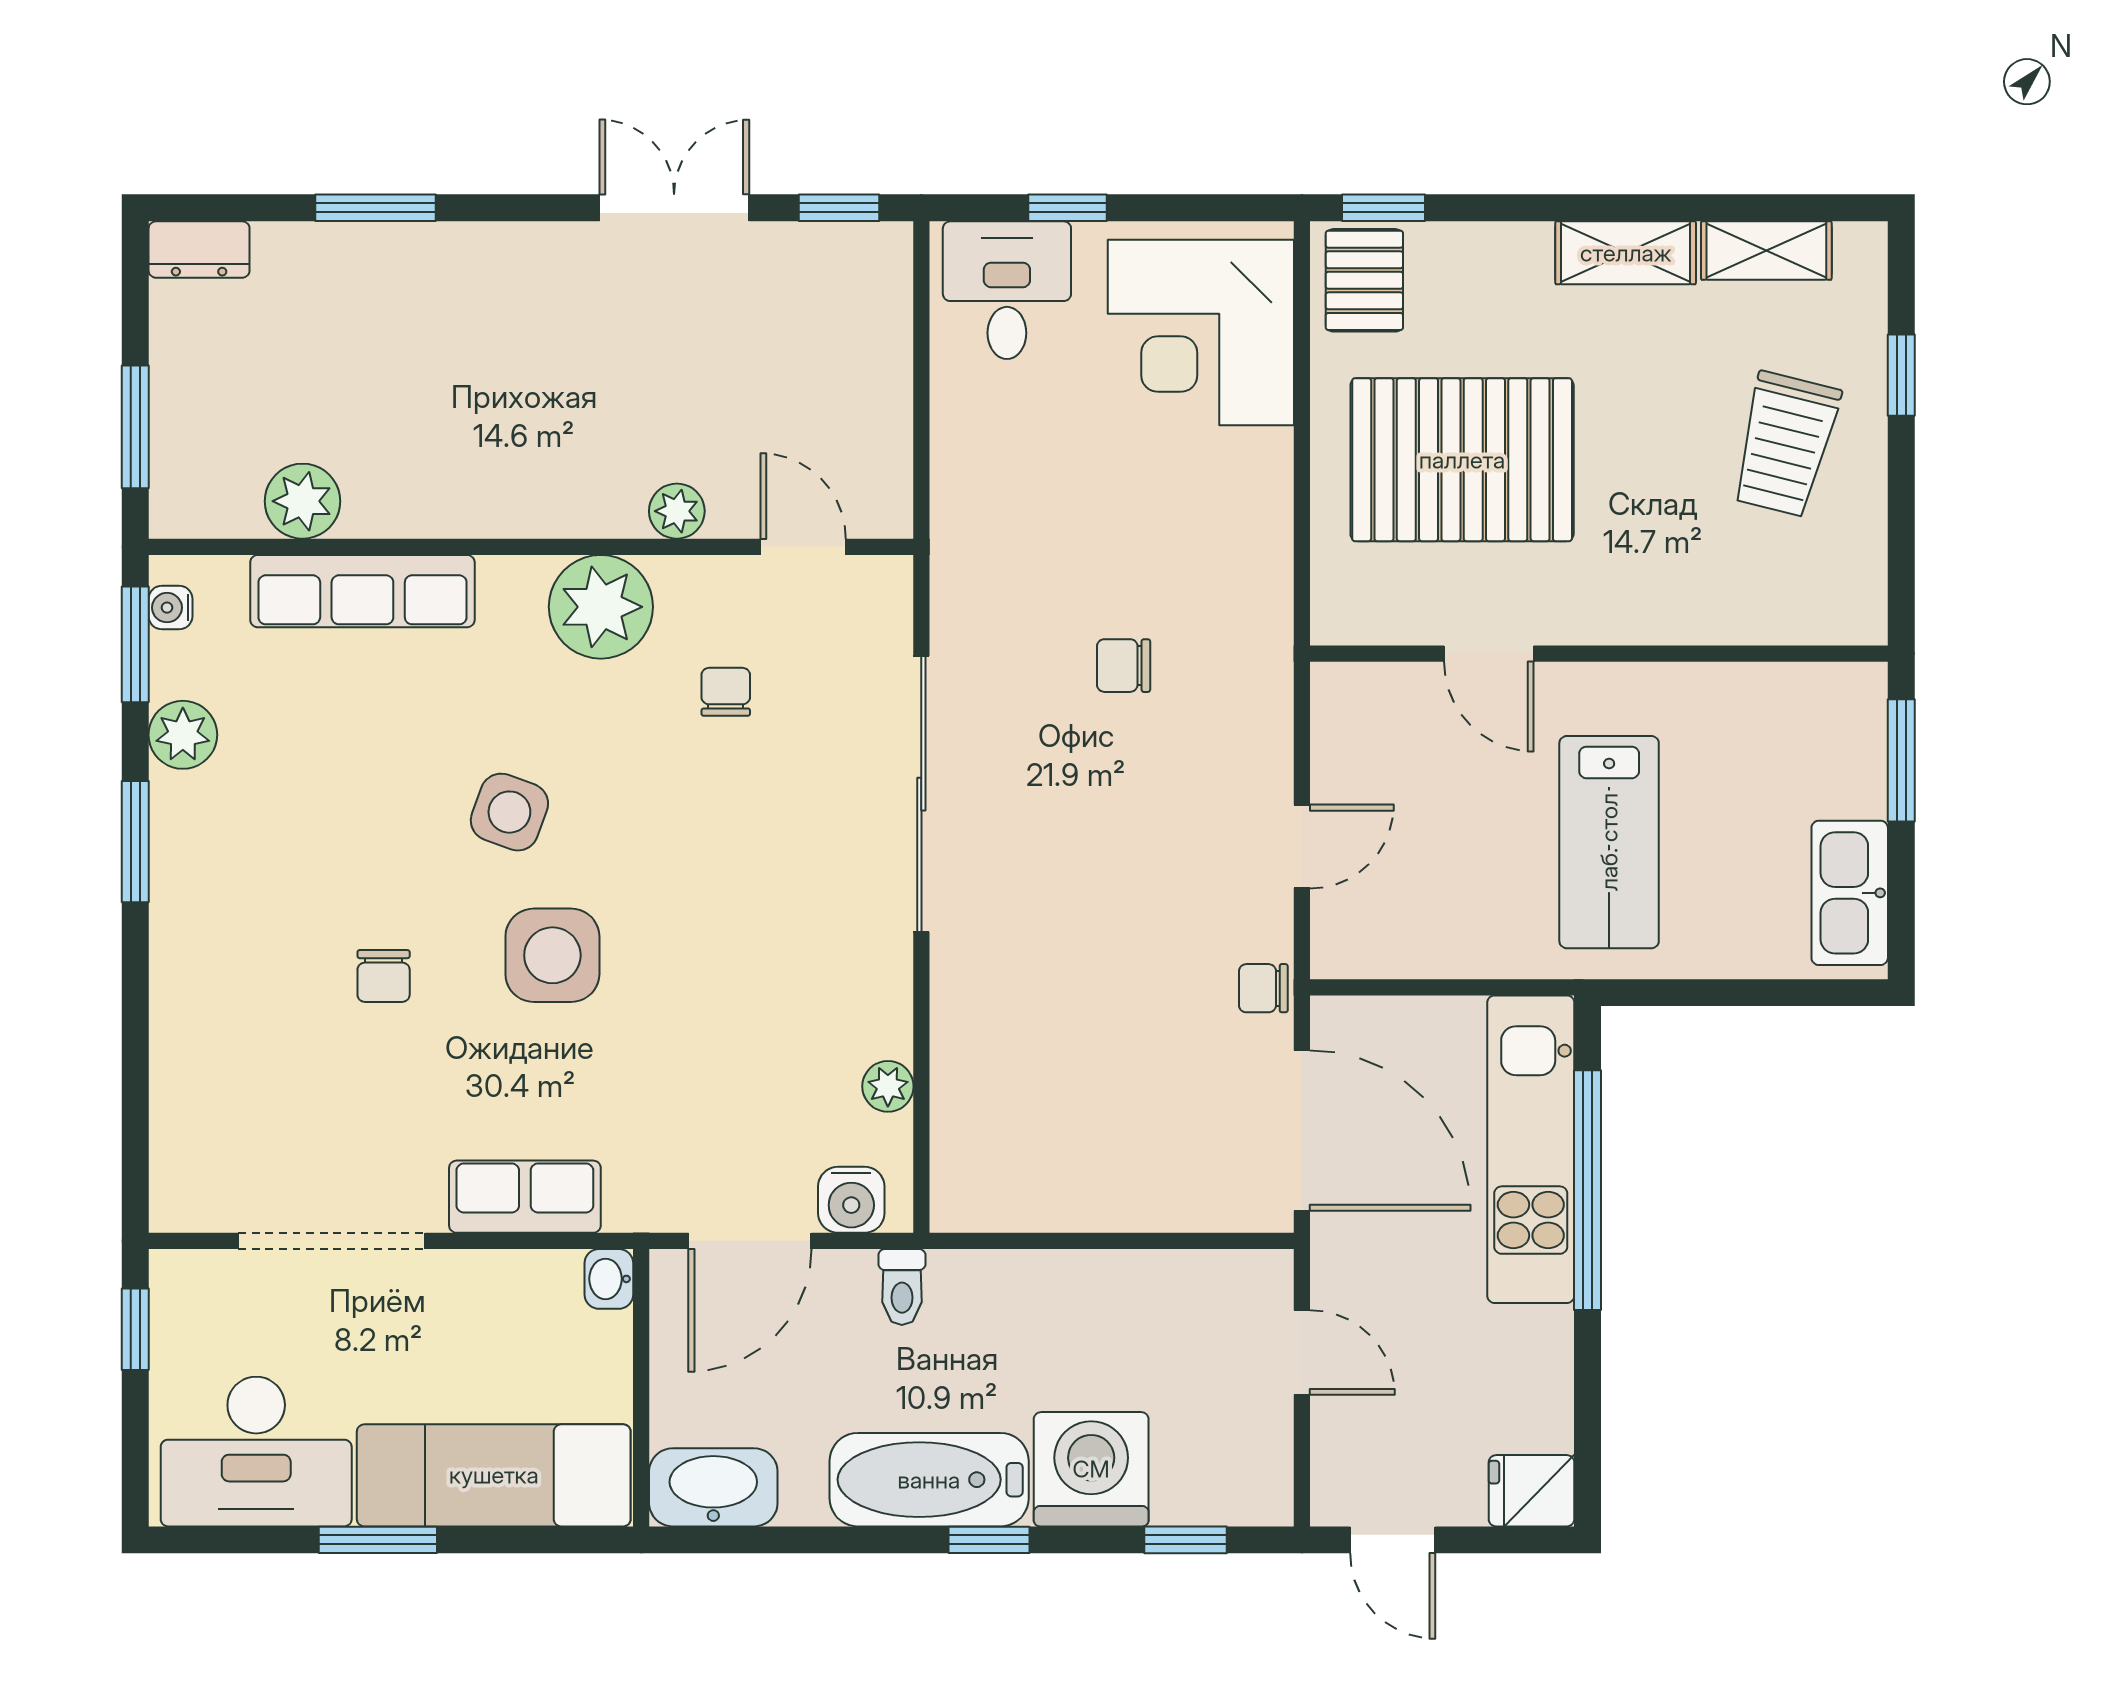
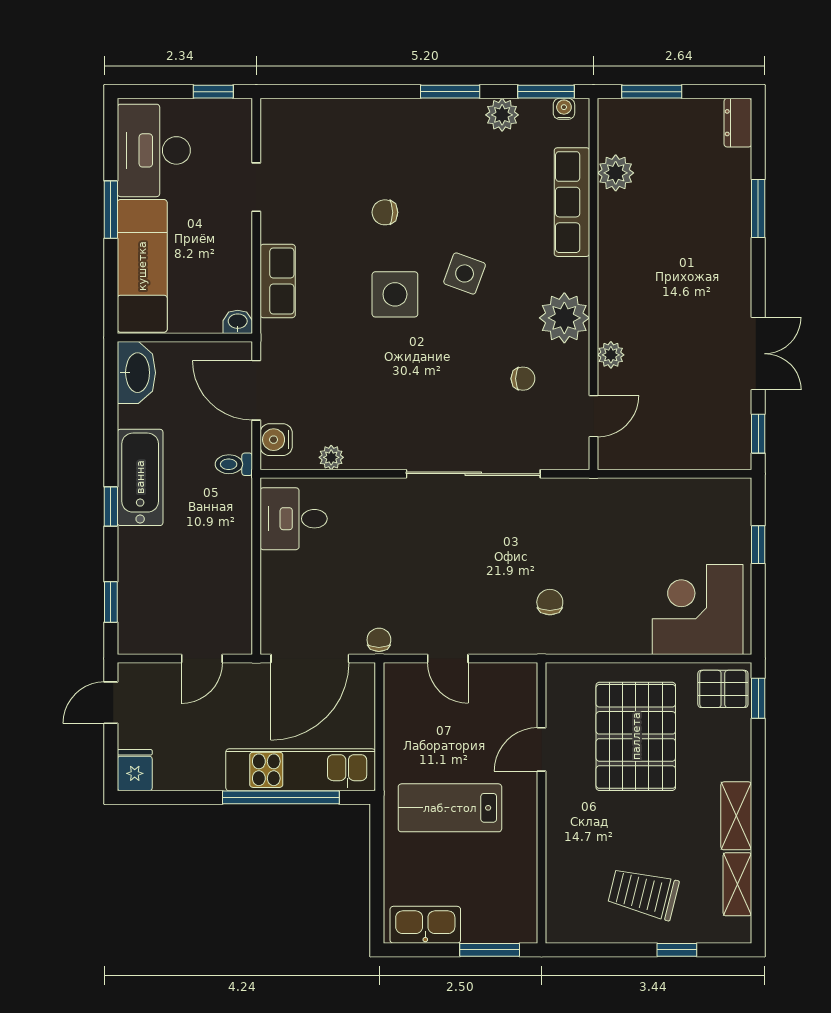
desk: (1007, 290) -> (294, 519), moved, turned 180
chair: (1124, 666) -> (550, 602), moved
doorway: (332, 1241) -> (256, 187), width x0.53
washing machine: (1091, 1469) -> (145, 556), removed

